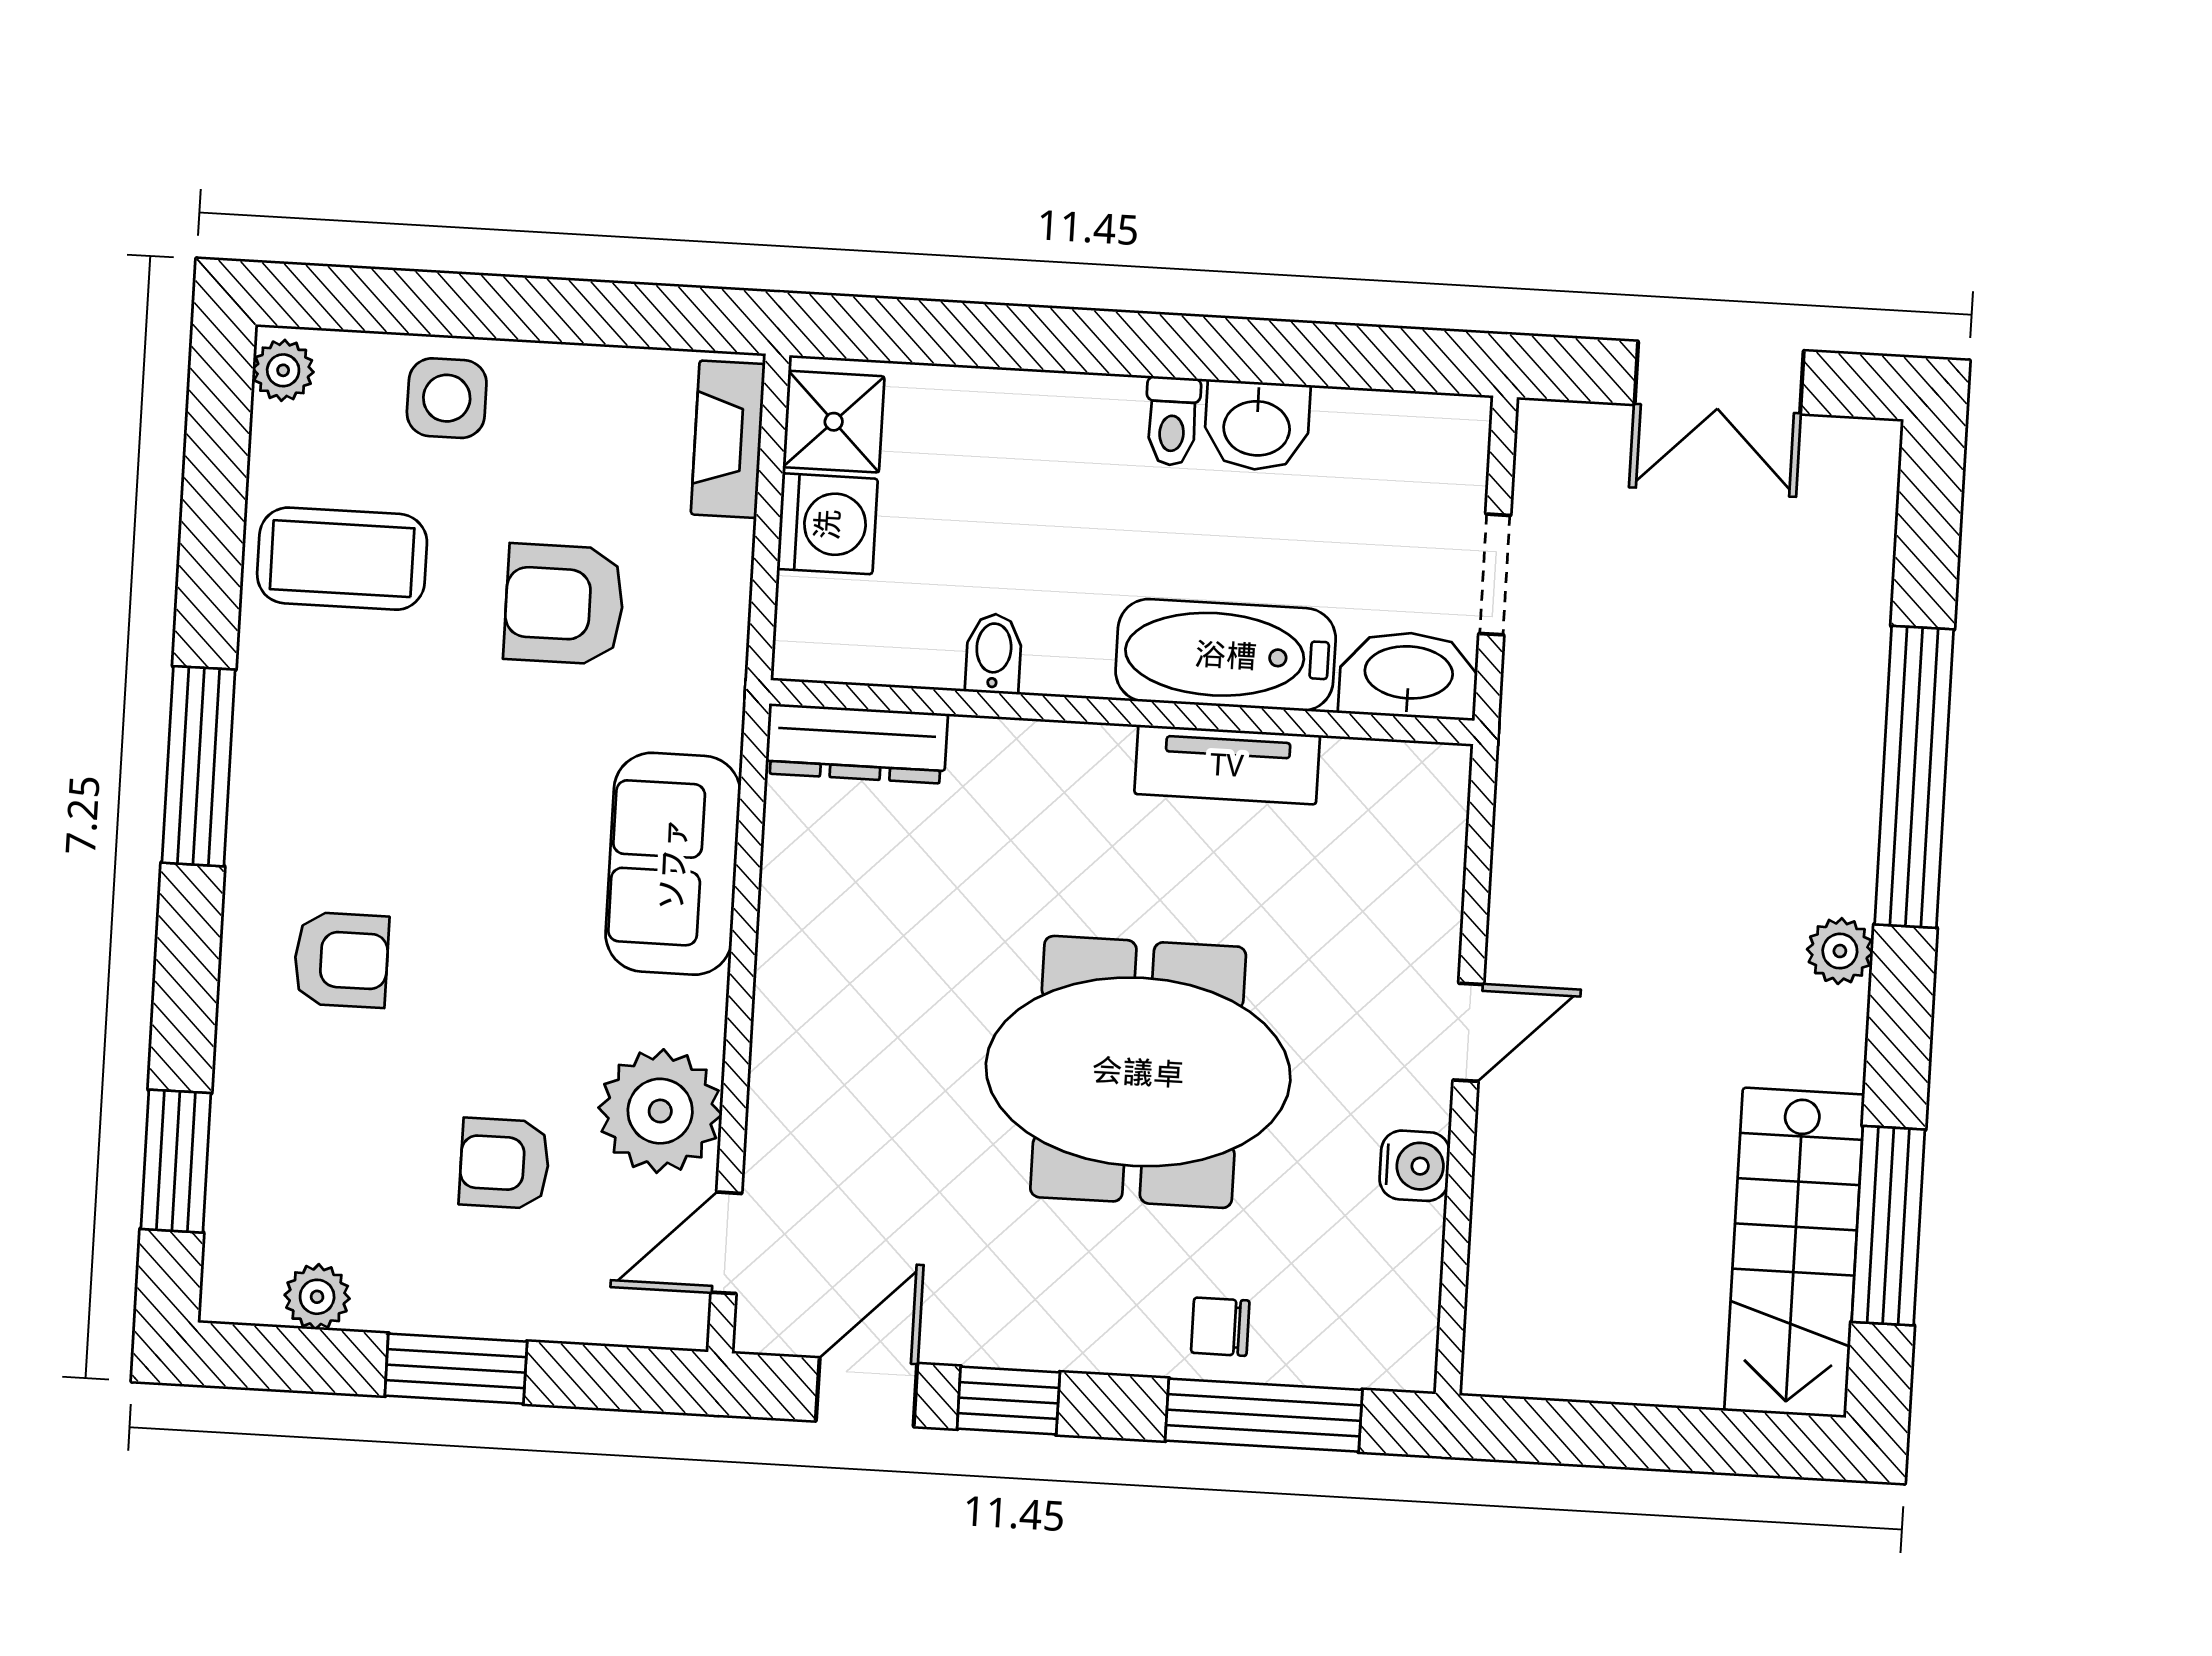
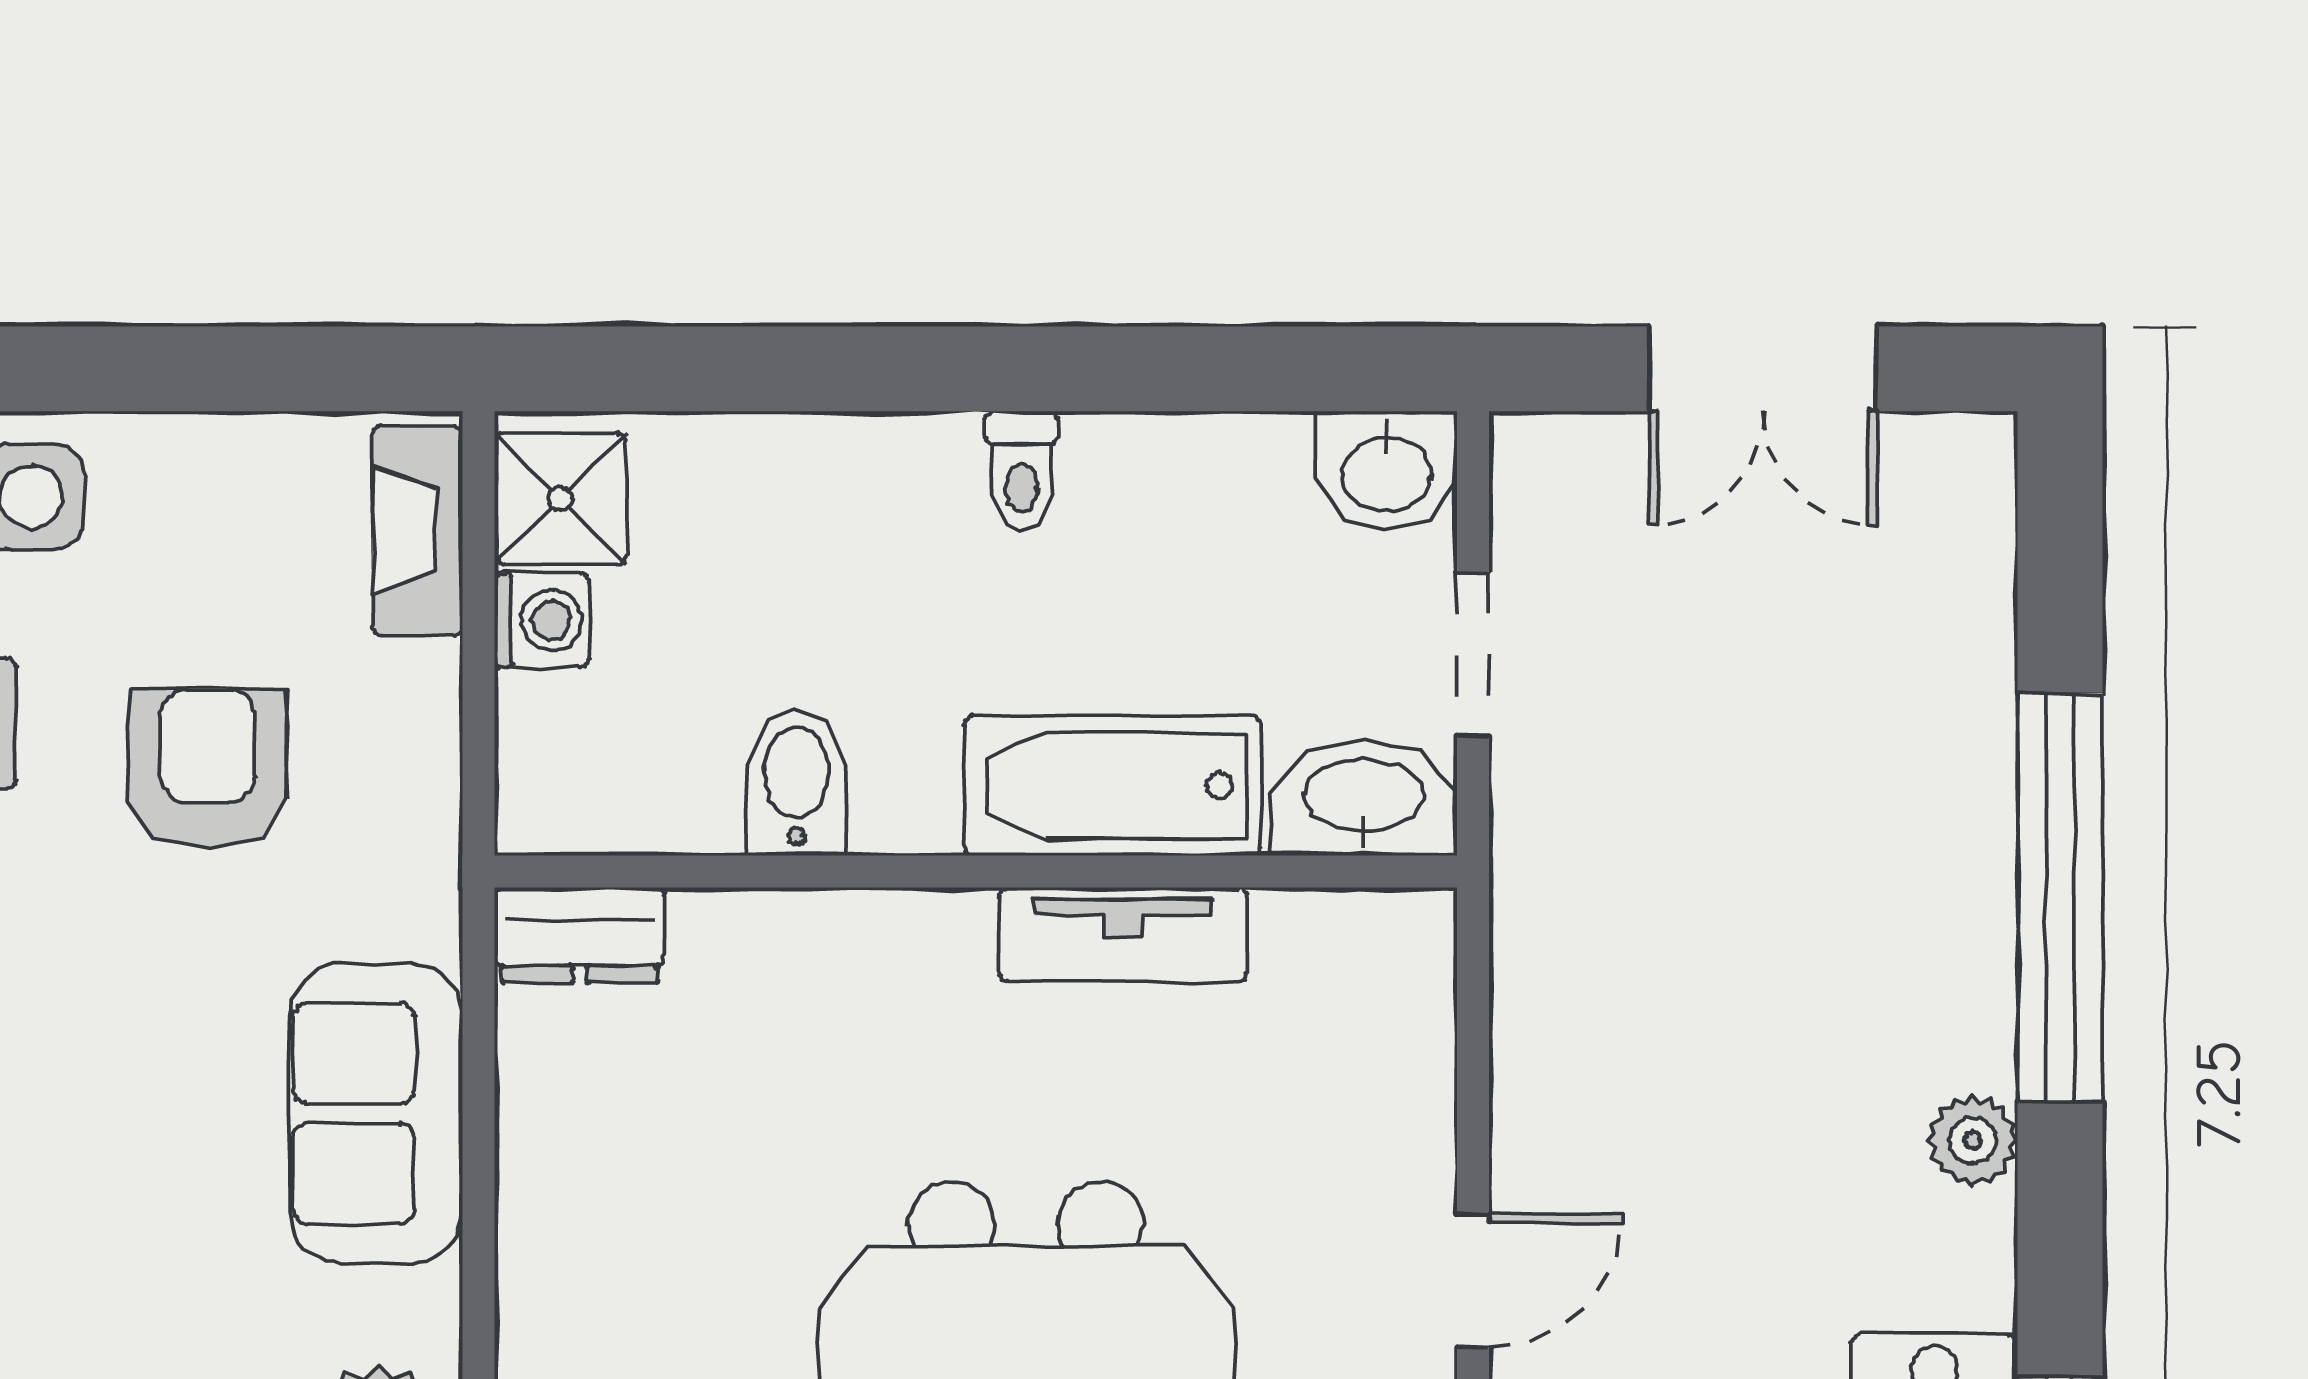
washbasin: (1257, 426) -> (1387, 471), moved
washing machine: (827, 524) -> (542, 620), width x0.73, depth x0.73
armchair: (564, 604) -> (207, 768), turned 90
bidet: (994, 653) -> (796, 782), width x1.38, depth x1.36
dresser: (857, 744) -> (580, 935), width x0.70

